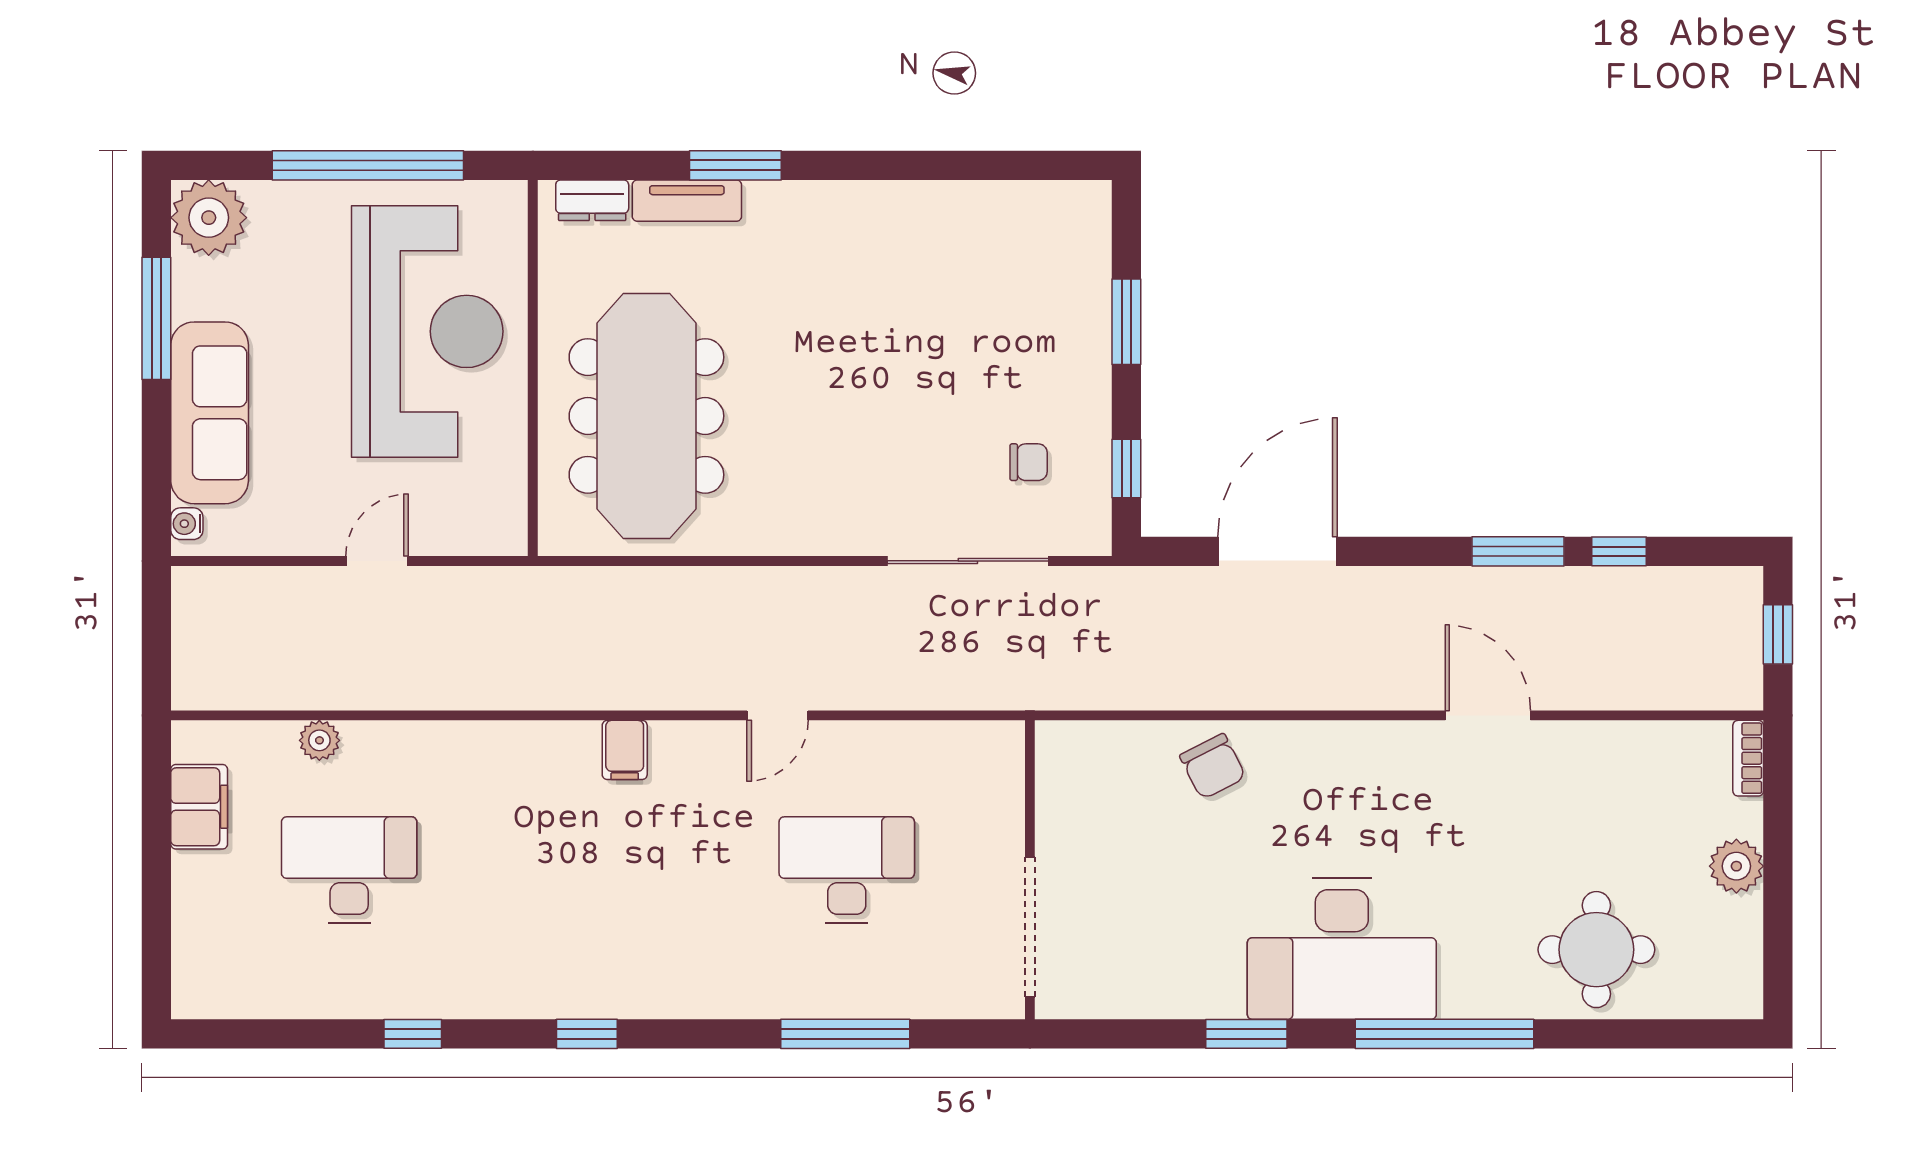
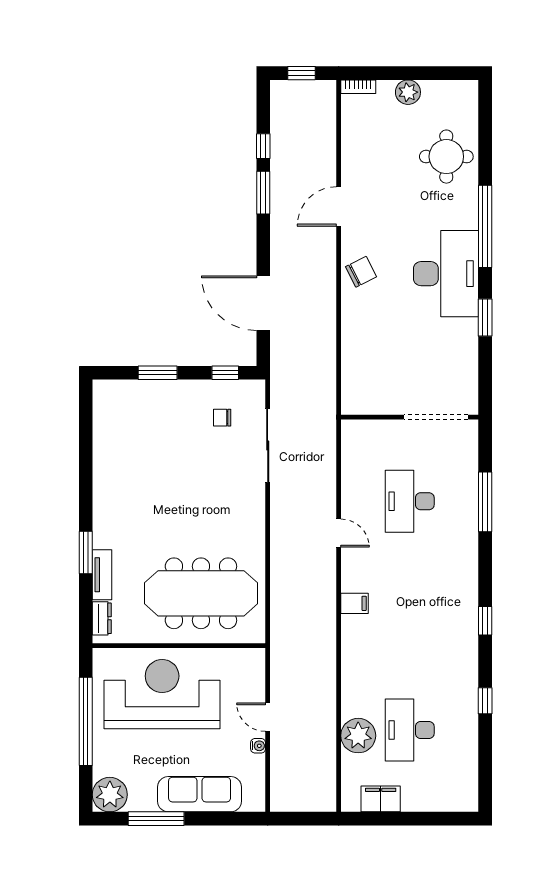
chair: (1029, 462) -> (222, 418), turned -90
water cooler: (187, 524) -> (258, 746), moved, turned -90
plant: (319, 740) -> (358, 736), width x1.88, depth x1.88
chair: (1213, 766) -> (361, 272), moved

